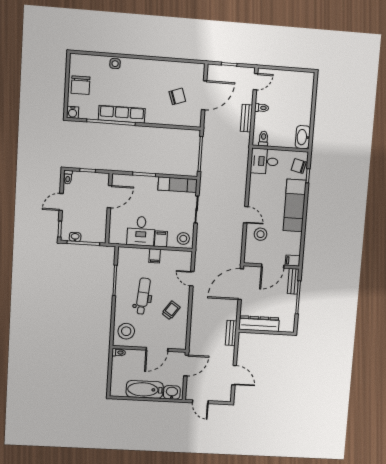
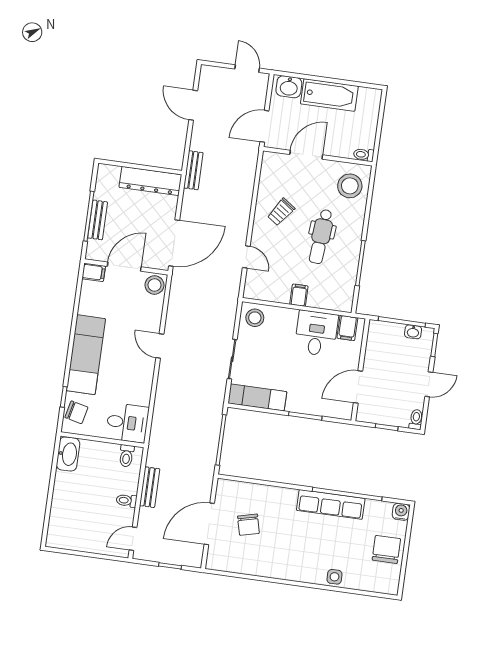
chair: (177, 96) -> (248, 525), turned -85
stool: (260, 234) -> (154, 285), moved
filing cabinet: (161, 239) -> (347, 328), moved
bench: (293, 281) -> (98, 220), moved

